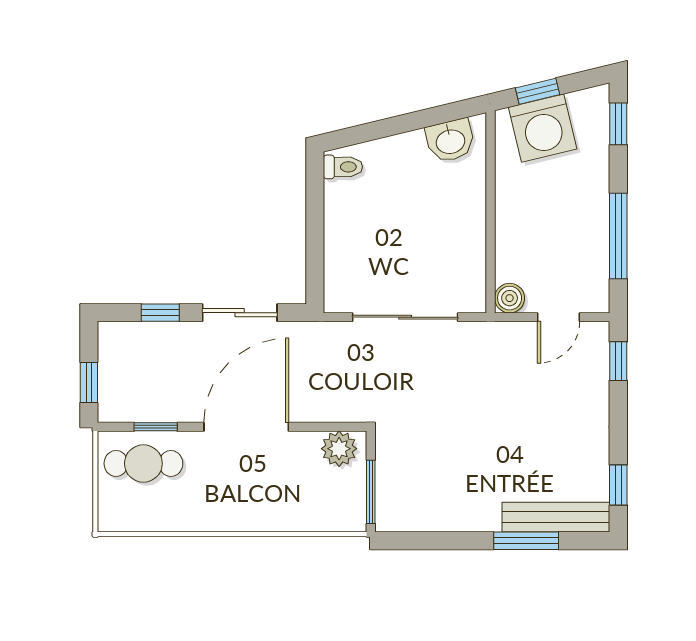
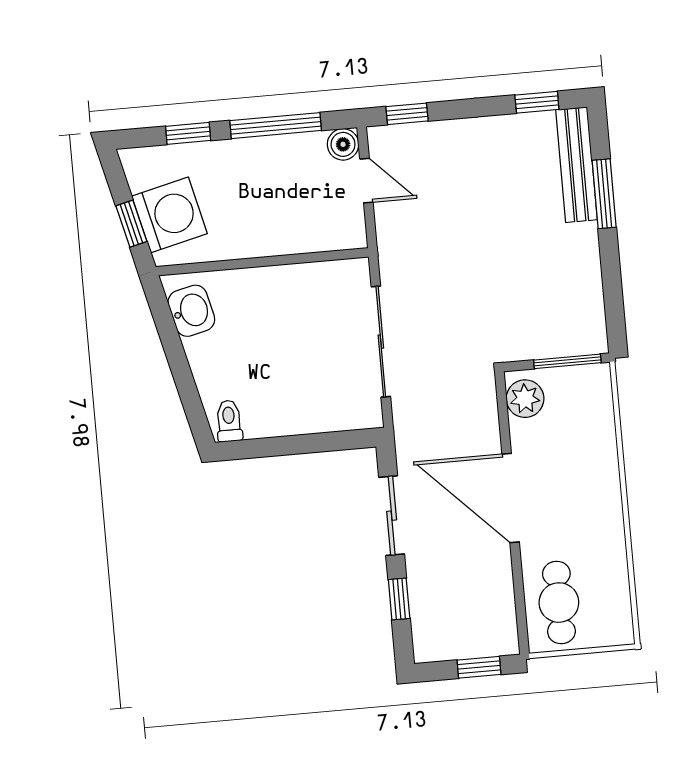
window: (618, 124) -> (188, 133), moved
boiler: (510, 298) -> (343, 144), moved
window: (156, 427) -> (519, 593), removed

